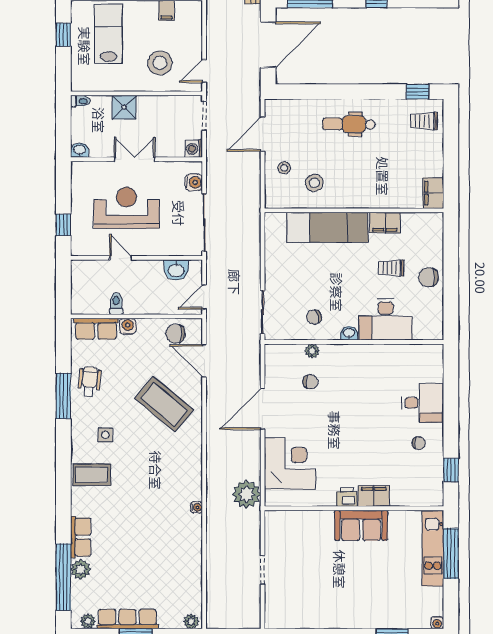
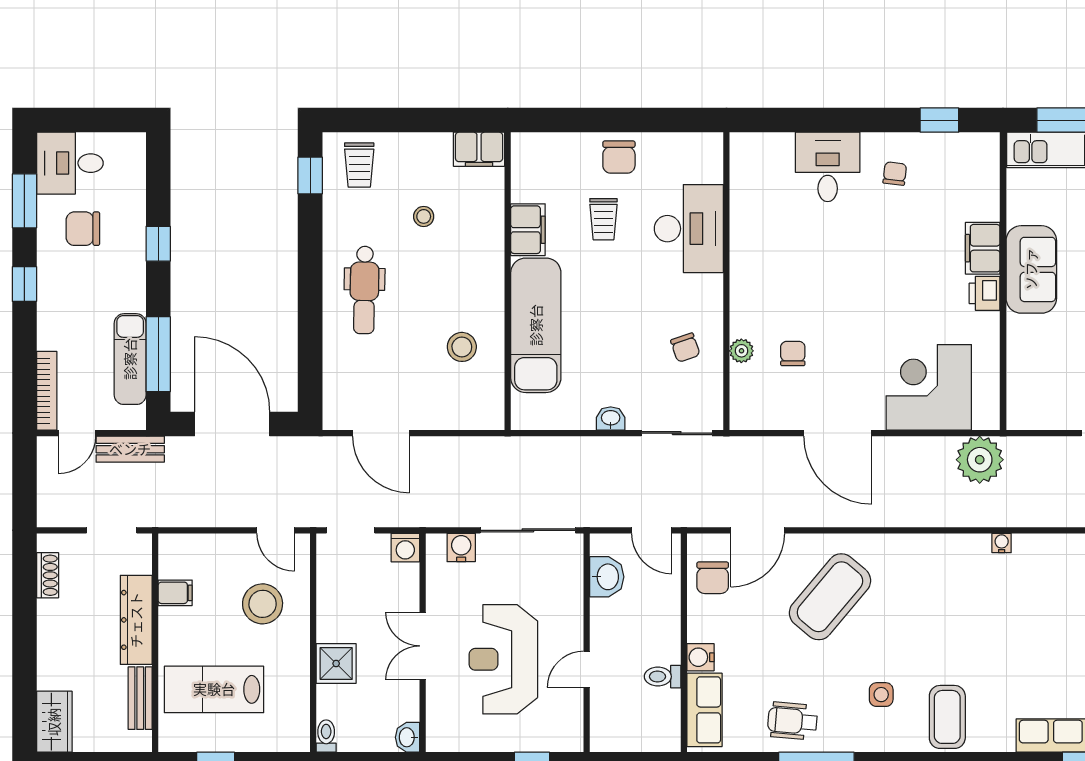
stool: (284, 168) -> (424, 216), moved
washbasin: (349, 333) -> (611, 418), moved, turned 90

